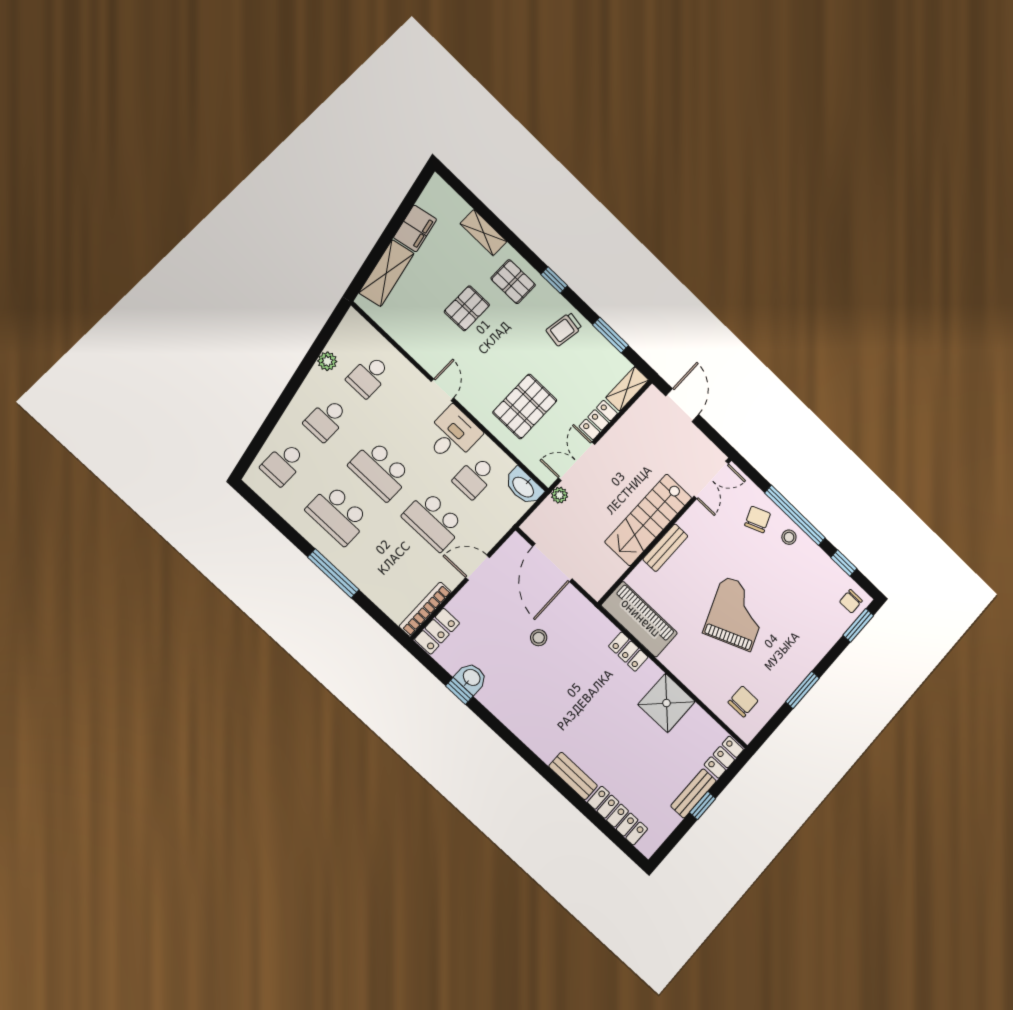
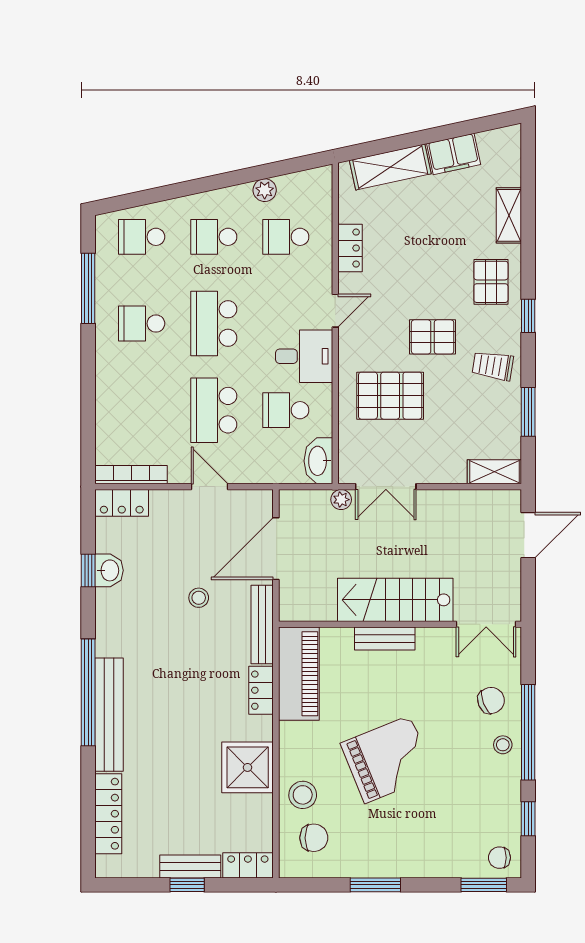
pallet: (467, 308) -> (433, 337), moved
locker: (598, 420) -> (350, 248), moved, turned 90
double door: (577, 461) -> (386, 487), swing flipped
school desk: (338, 515) -> (142, 324), width x0.54
window: (333, 573) -> (88, 288), moved
bench: (590, 614) -> (262, 625), added
stool: (712, 685) -> (303, 795), added
window: (534, 760) -> (88, 692), added
bench: (573, 776) -> (109, 715), width x1.86, depth x1.21

